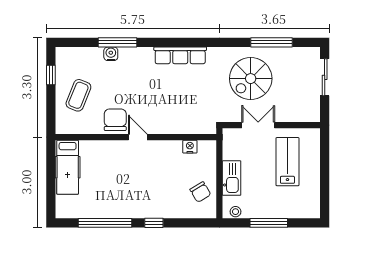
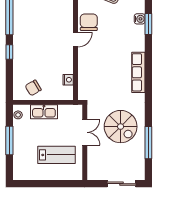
window: (118, 42) -> (148, 24), width x0.69
spiral stairs: (251, 79) -> (121, 127), turned 180
chair: (115, 120) -> (89, 22), turned -90

